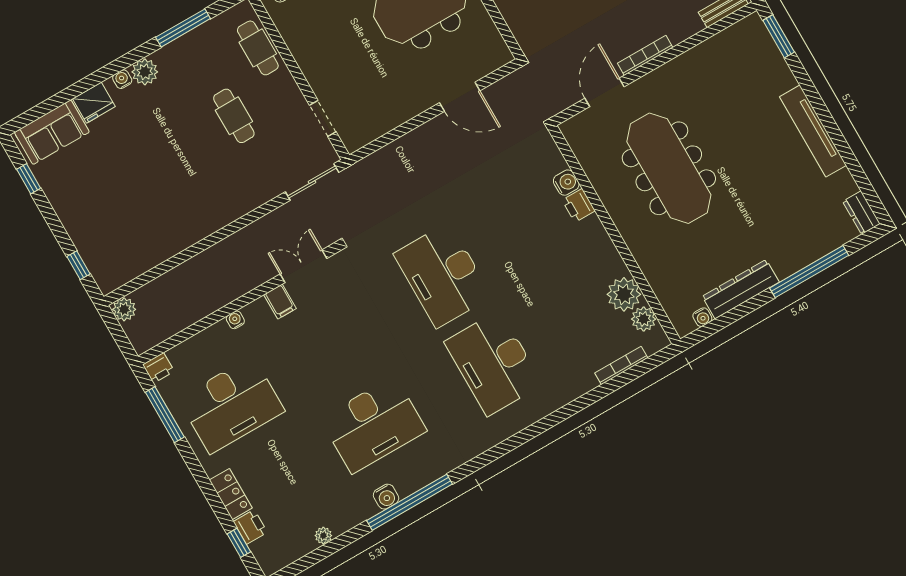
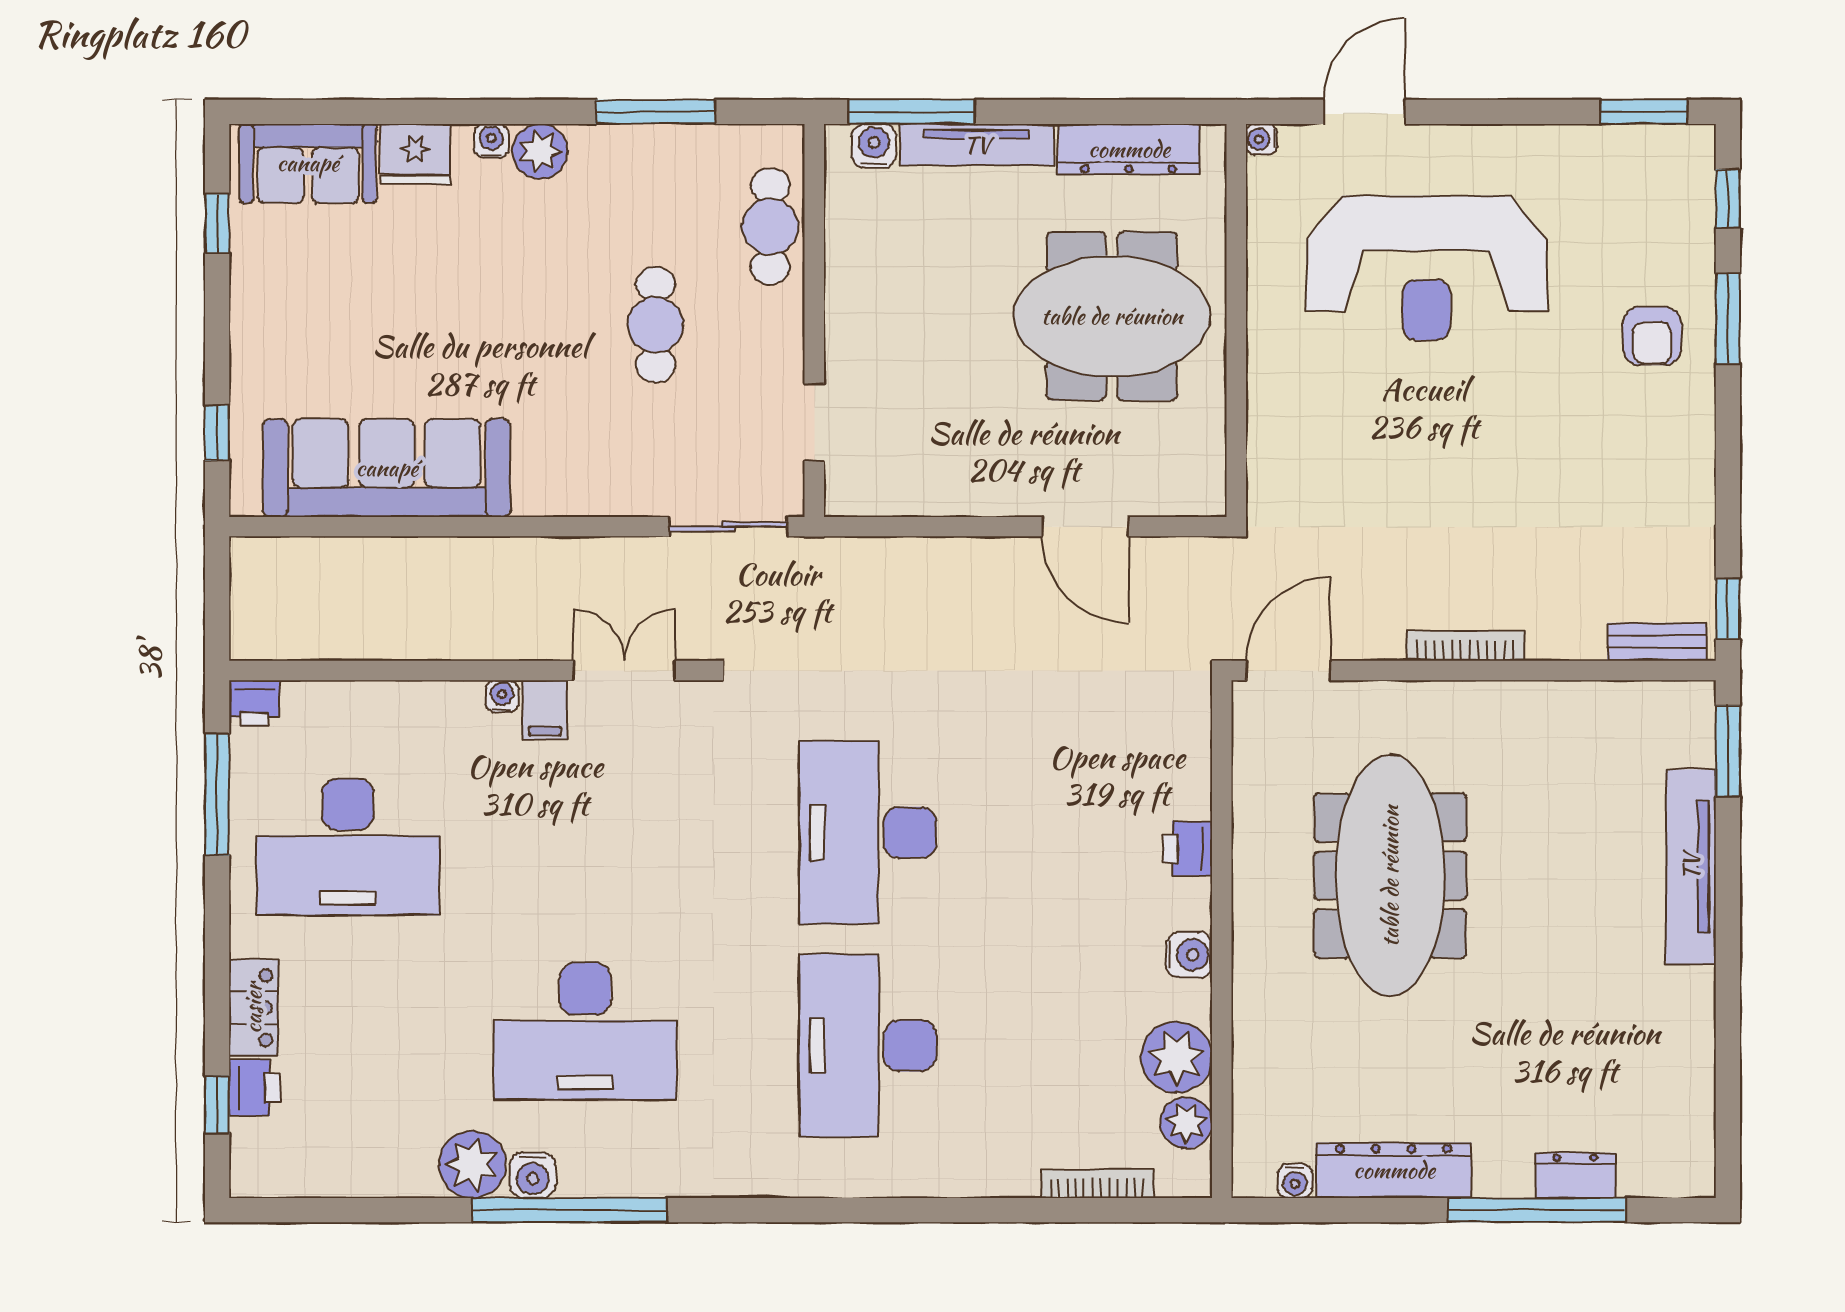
door: (605, 92) -> (1289, 670), moved
tv unit: (813, 131) -> (1691, 867), moved
water cooler: (566, 183) -> (1189, 955), moved
dresser: (861, 213) -> (1575, 1175), moved, turned 90
sofa: (157, 239) -> (387, 468), added
plant: (124, 309) -> (254, 561), removed
water cooler: (235, 320) -> (502, 696), moved
plant: (323, 536) -> (472, 1165), moved, width x1.88, depth x1.88

